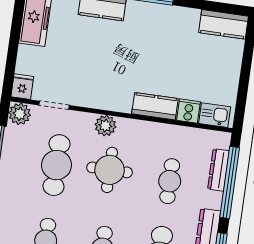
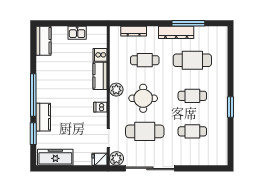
dishwasher: (105, 100) -> (100, 107), added
kitchen sink: (215, 115) -> (77, 33), moved, turned -90
plant: (105, 126) -> (116, 90), moved
window: (230, 182) -> (140, 23), removed

